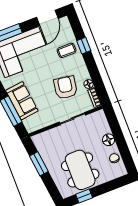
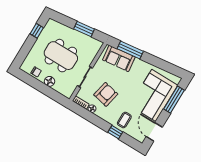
armchair: (66, 87) -> (106, 94), turned -87
sofa: (22, 101) -> (119, 58), moved
dining table: (80, 170) -> (61, 56), moved

